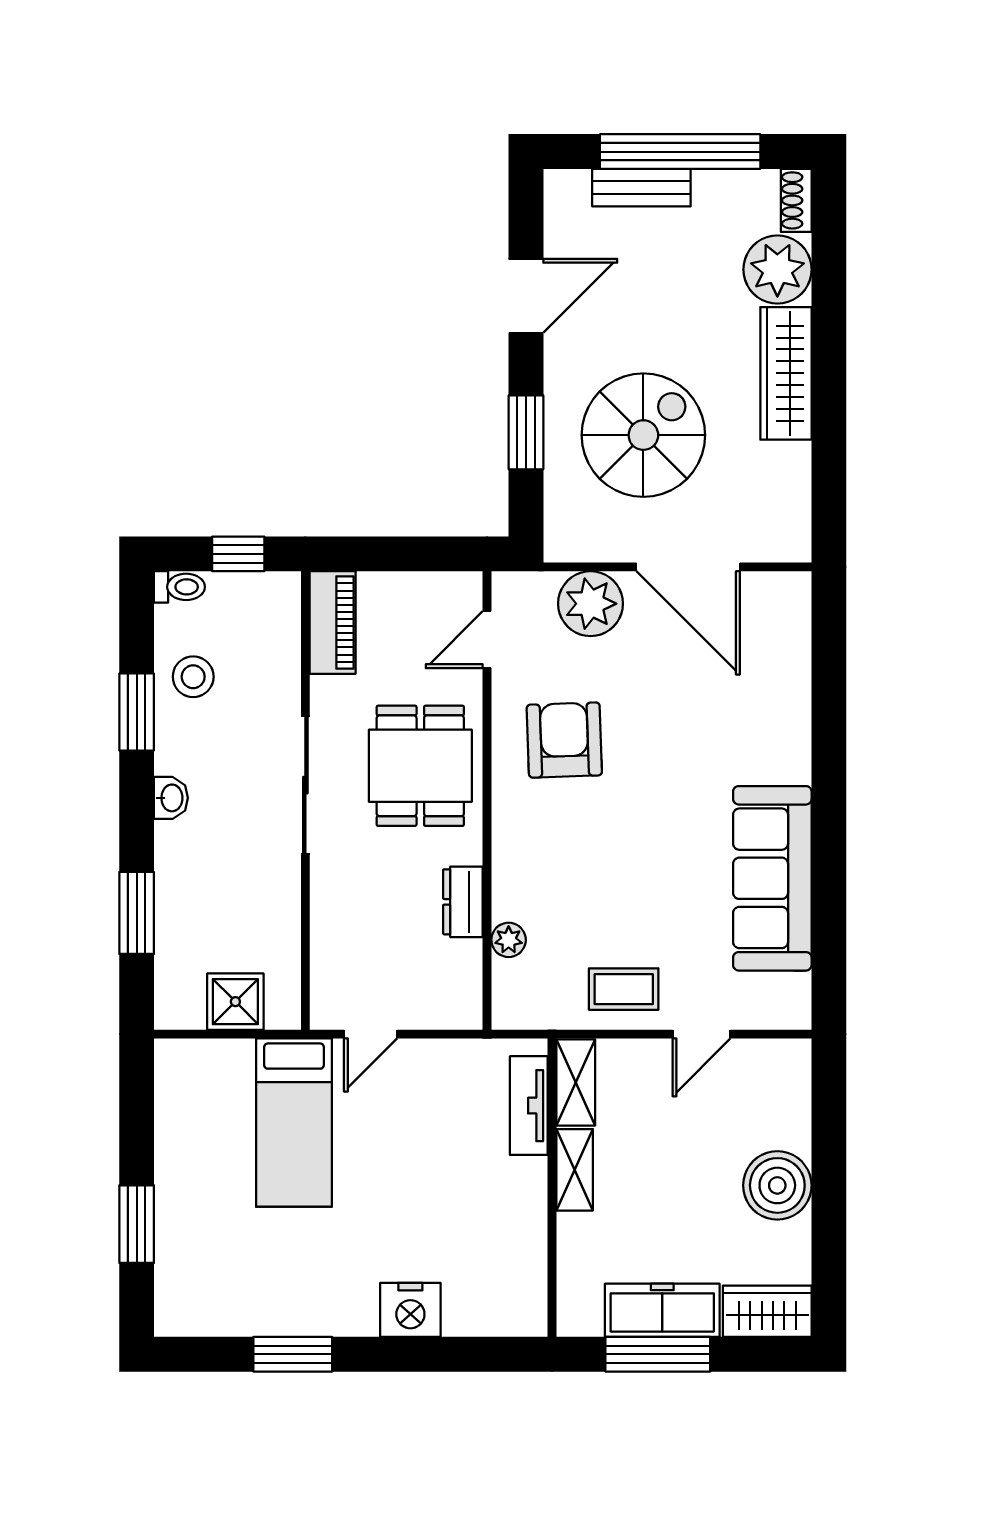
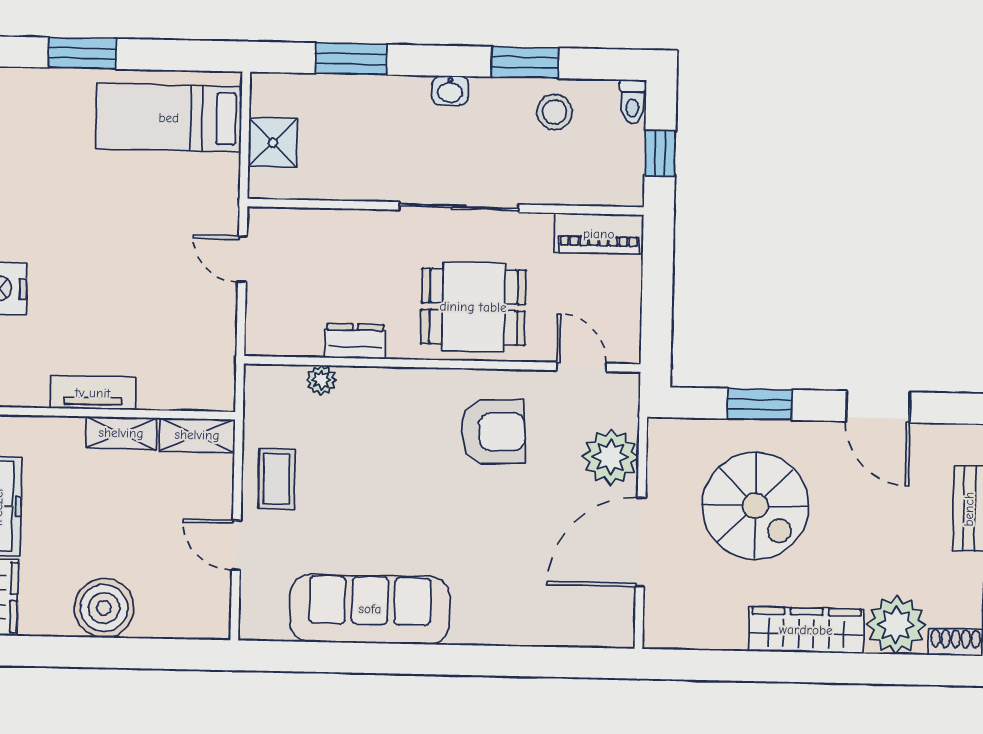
tv unit: (529, 1106) -> (93, 393), moved
bed: (294, 1123) -> (169, 118), moved

